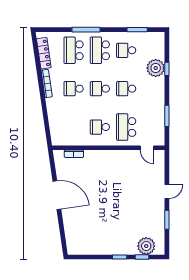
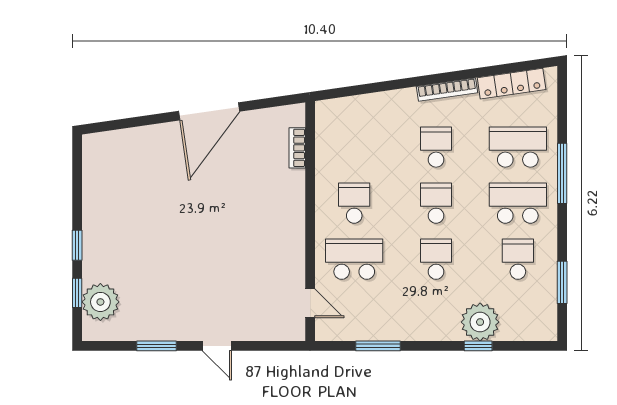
door: (147, 148) -> (310, 303), swing flipped

